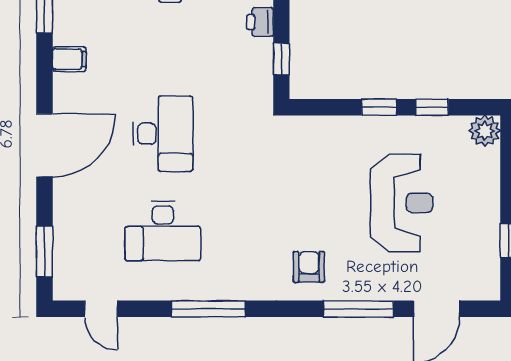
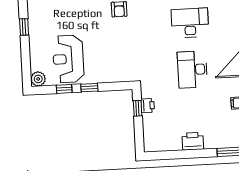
printer: (260, 22) -> (148, 105), moved
reception desk: (402, 203) -> (68, 59), moved

